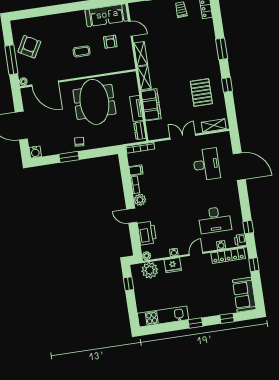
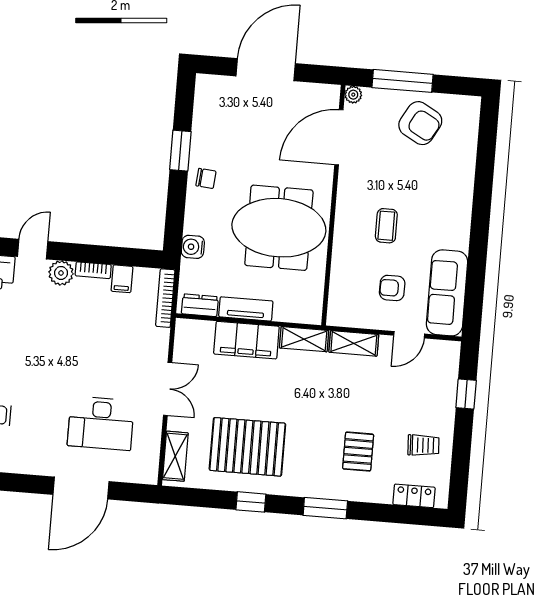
pallet: (191, 40) -> (358, 452), added
pallet: (201, 92) -> (247, 447), width x1.37, depth x1.41
water cooler: (35, 152) -> (193, 247), moved

